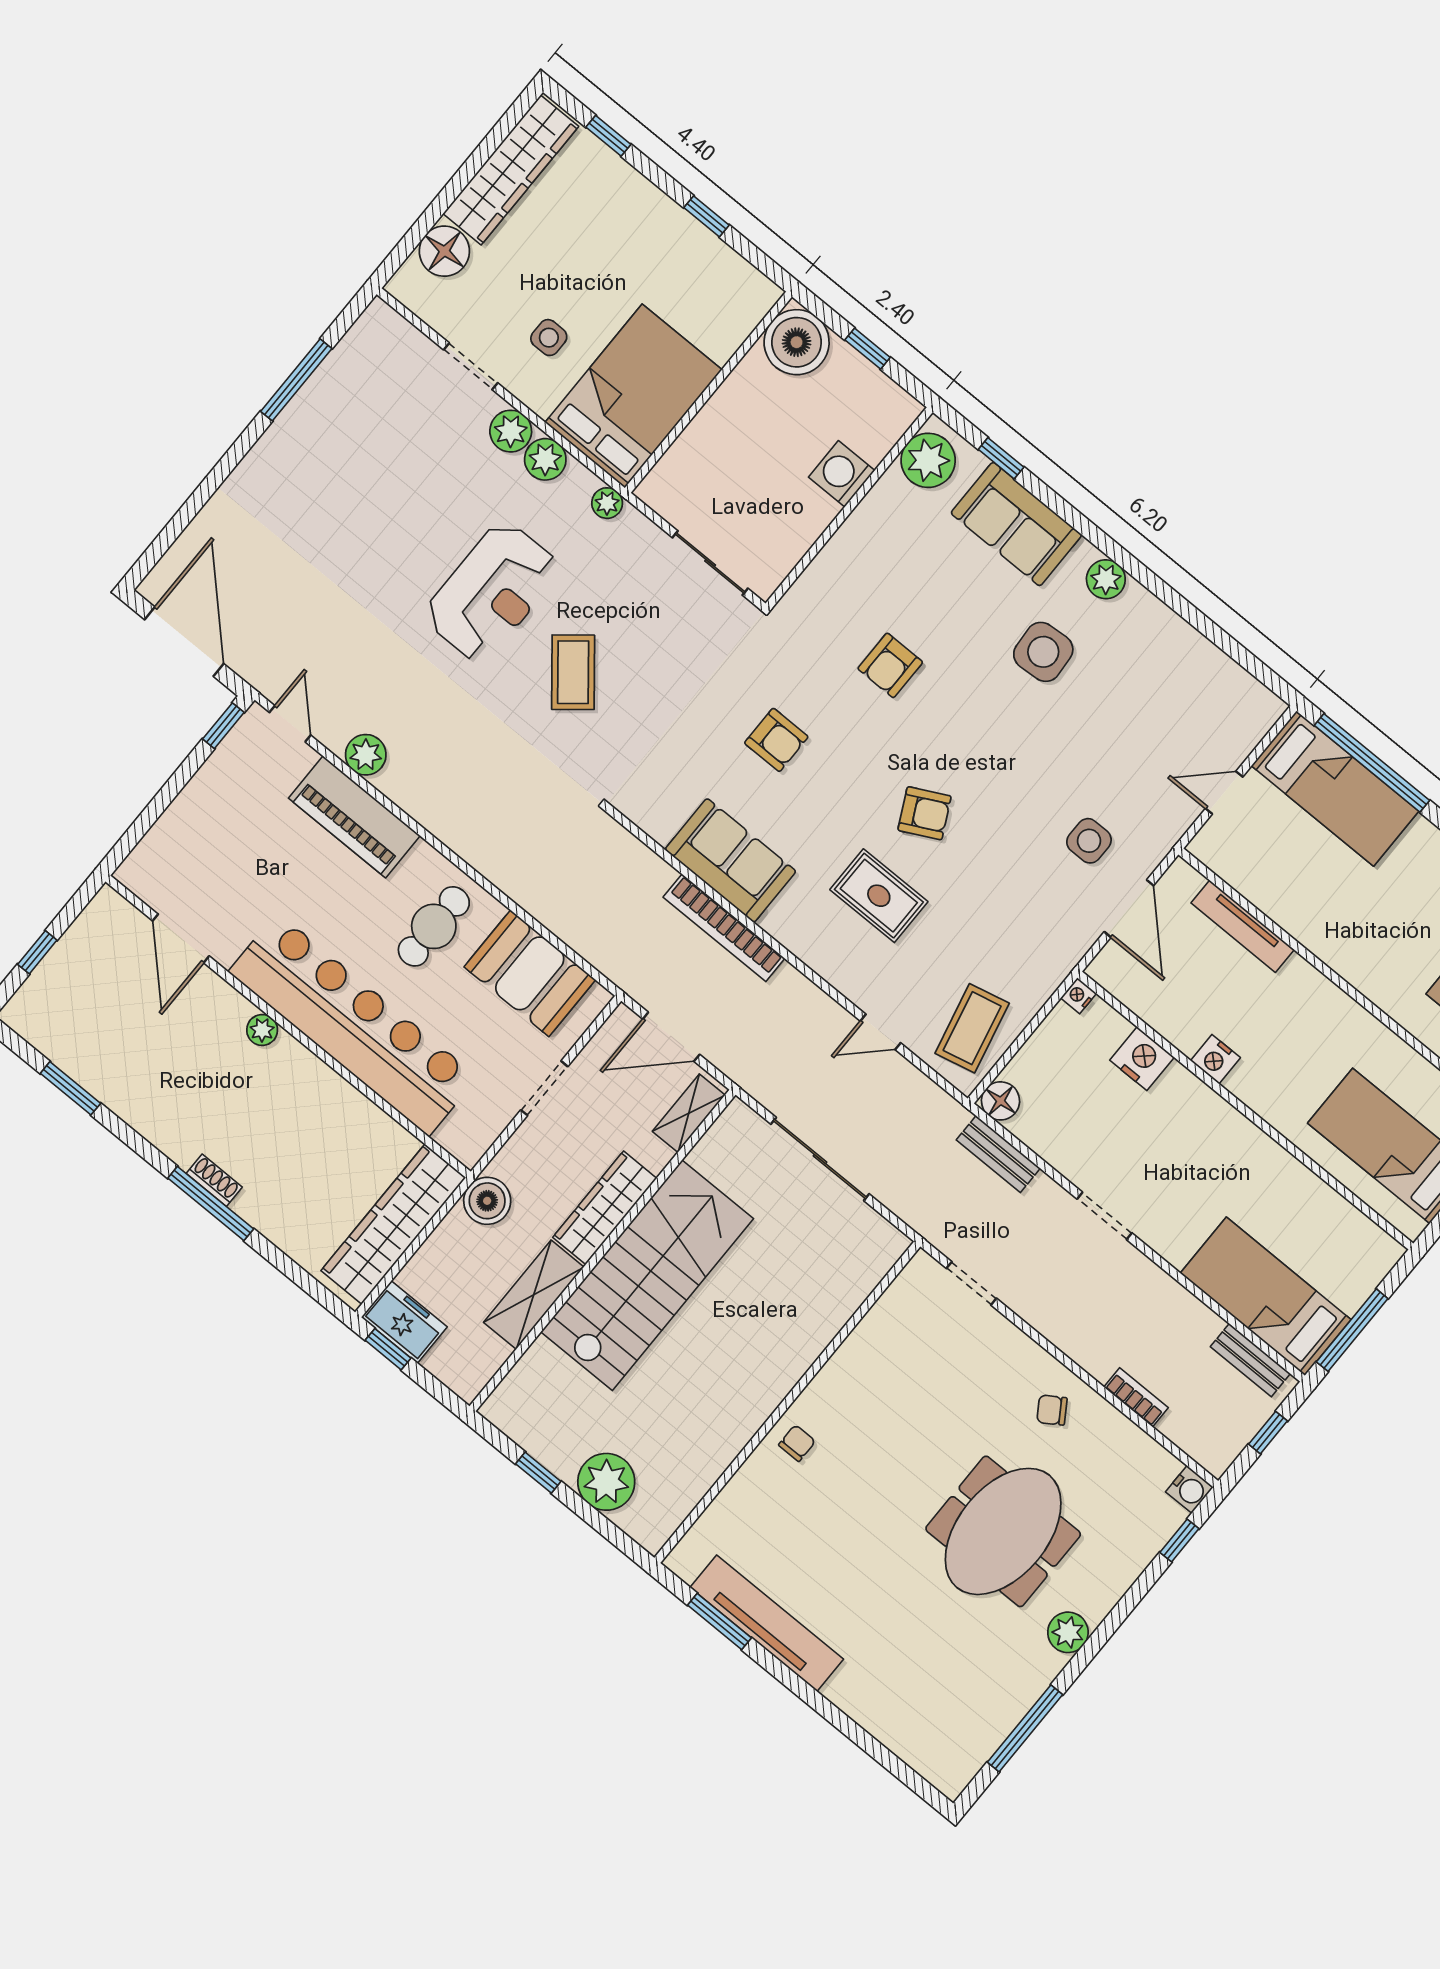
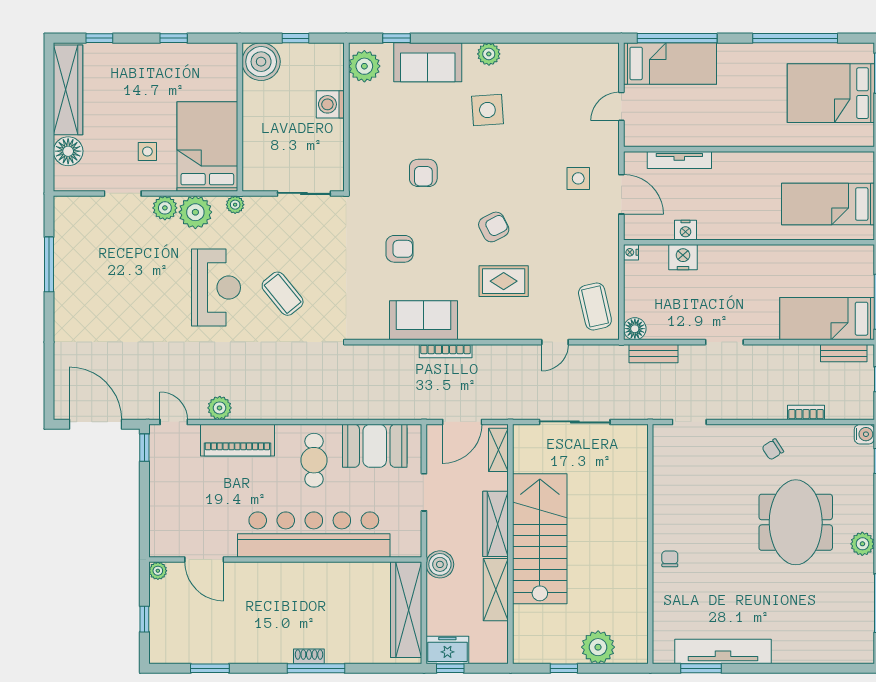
plant: (545, 459) -> (195, 212), width x1.36, depth x1.36
bookcase: (724, 928) -> (446, 351), width x0.68, depth x0.76
plant: (262, 1030) -> (158, 571), moved
nightstand: (1215, 1059) -> (686, 230), moved

